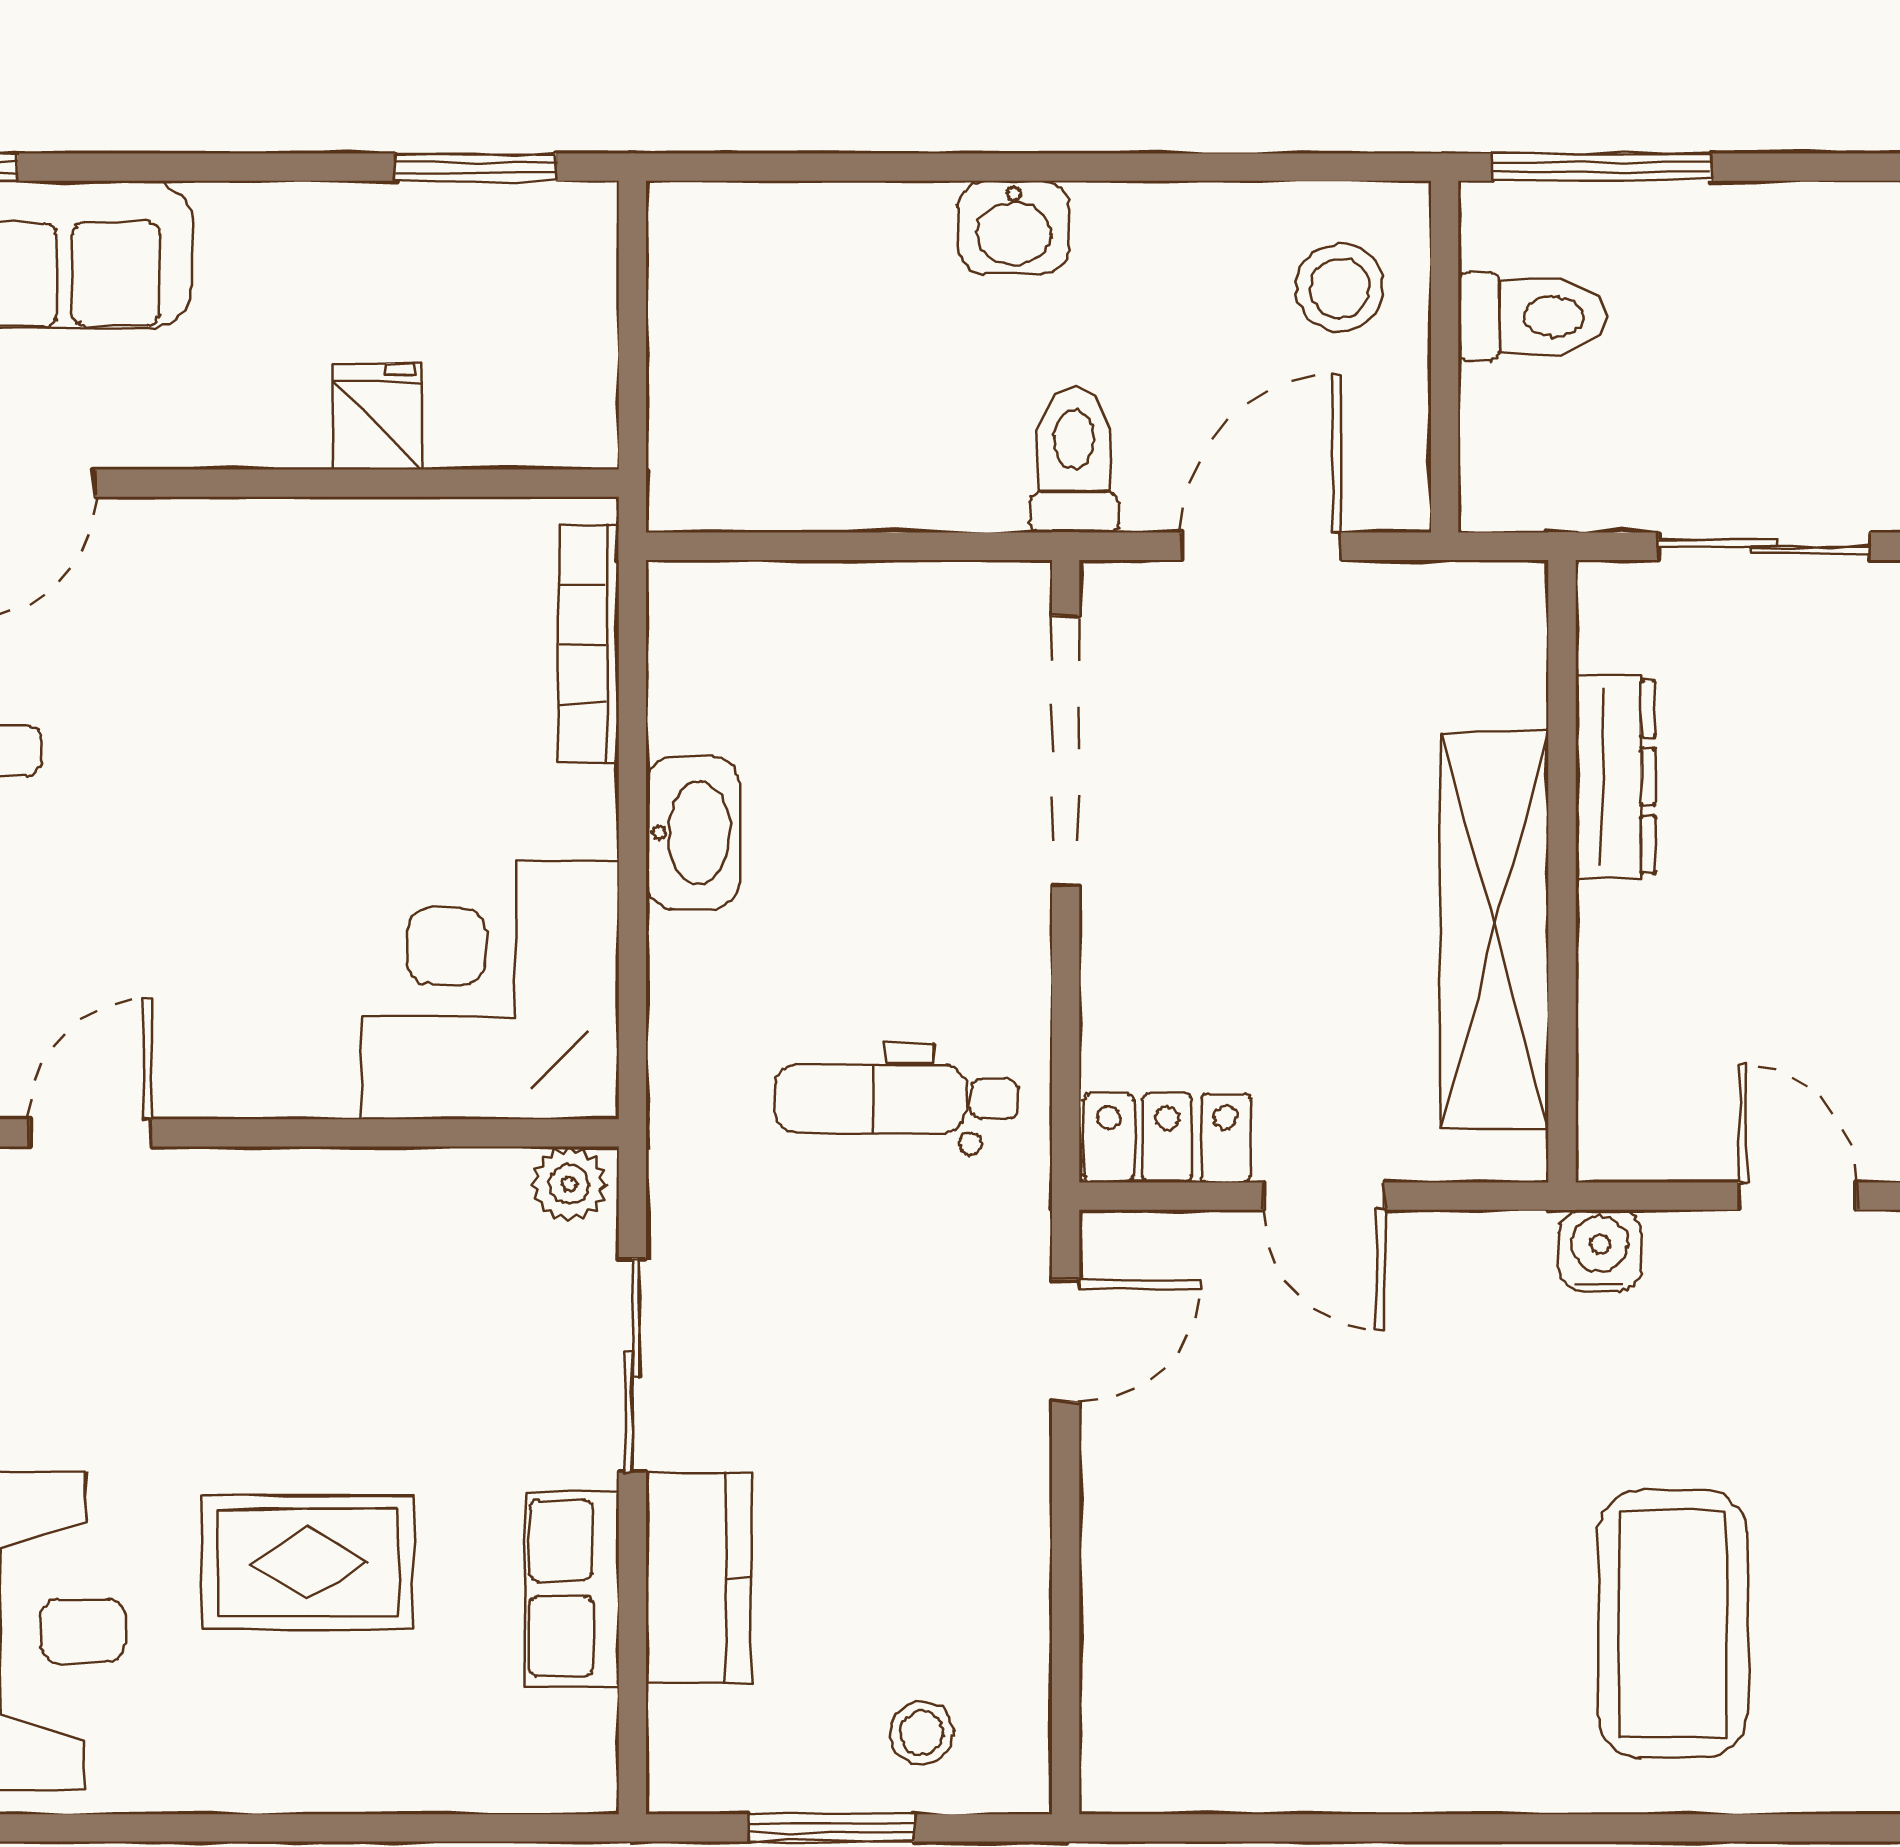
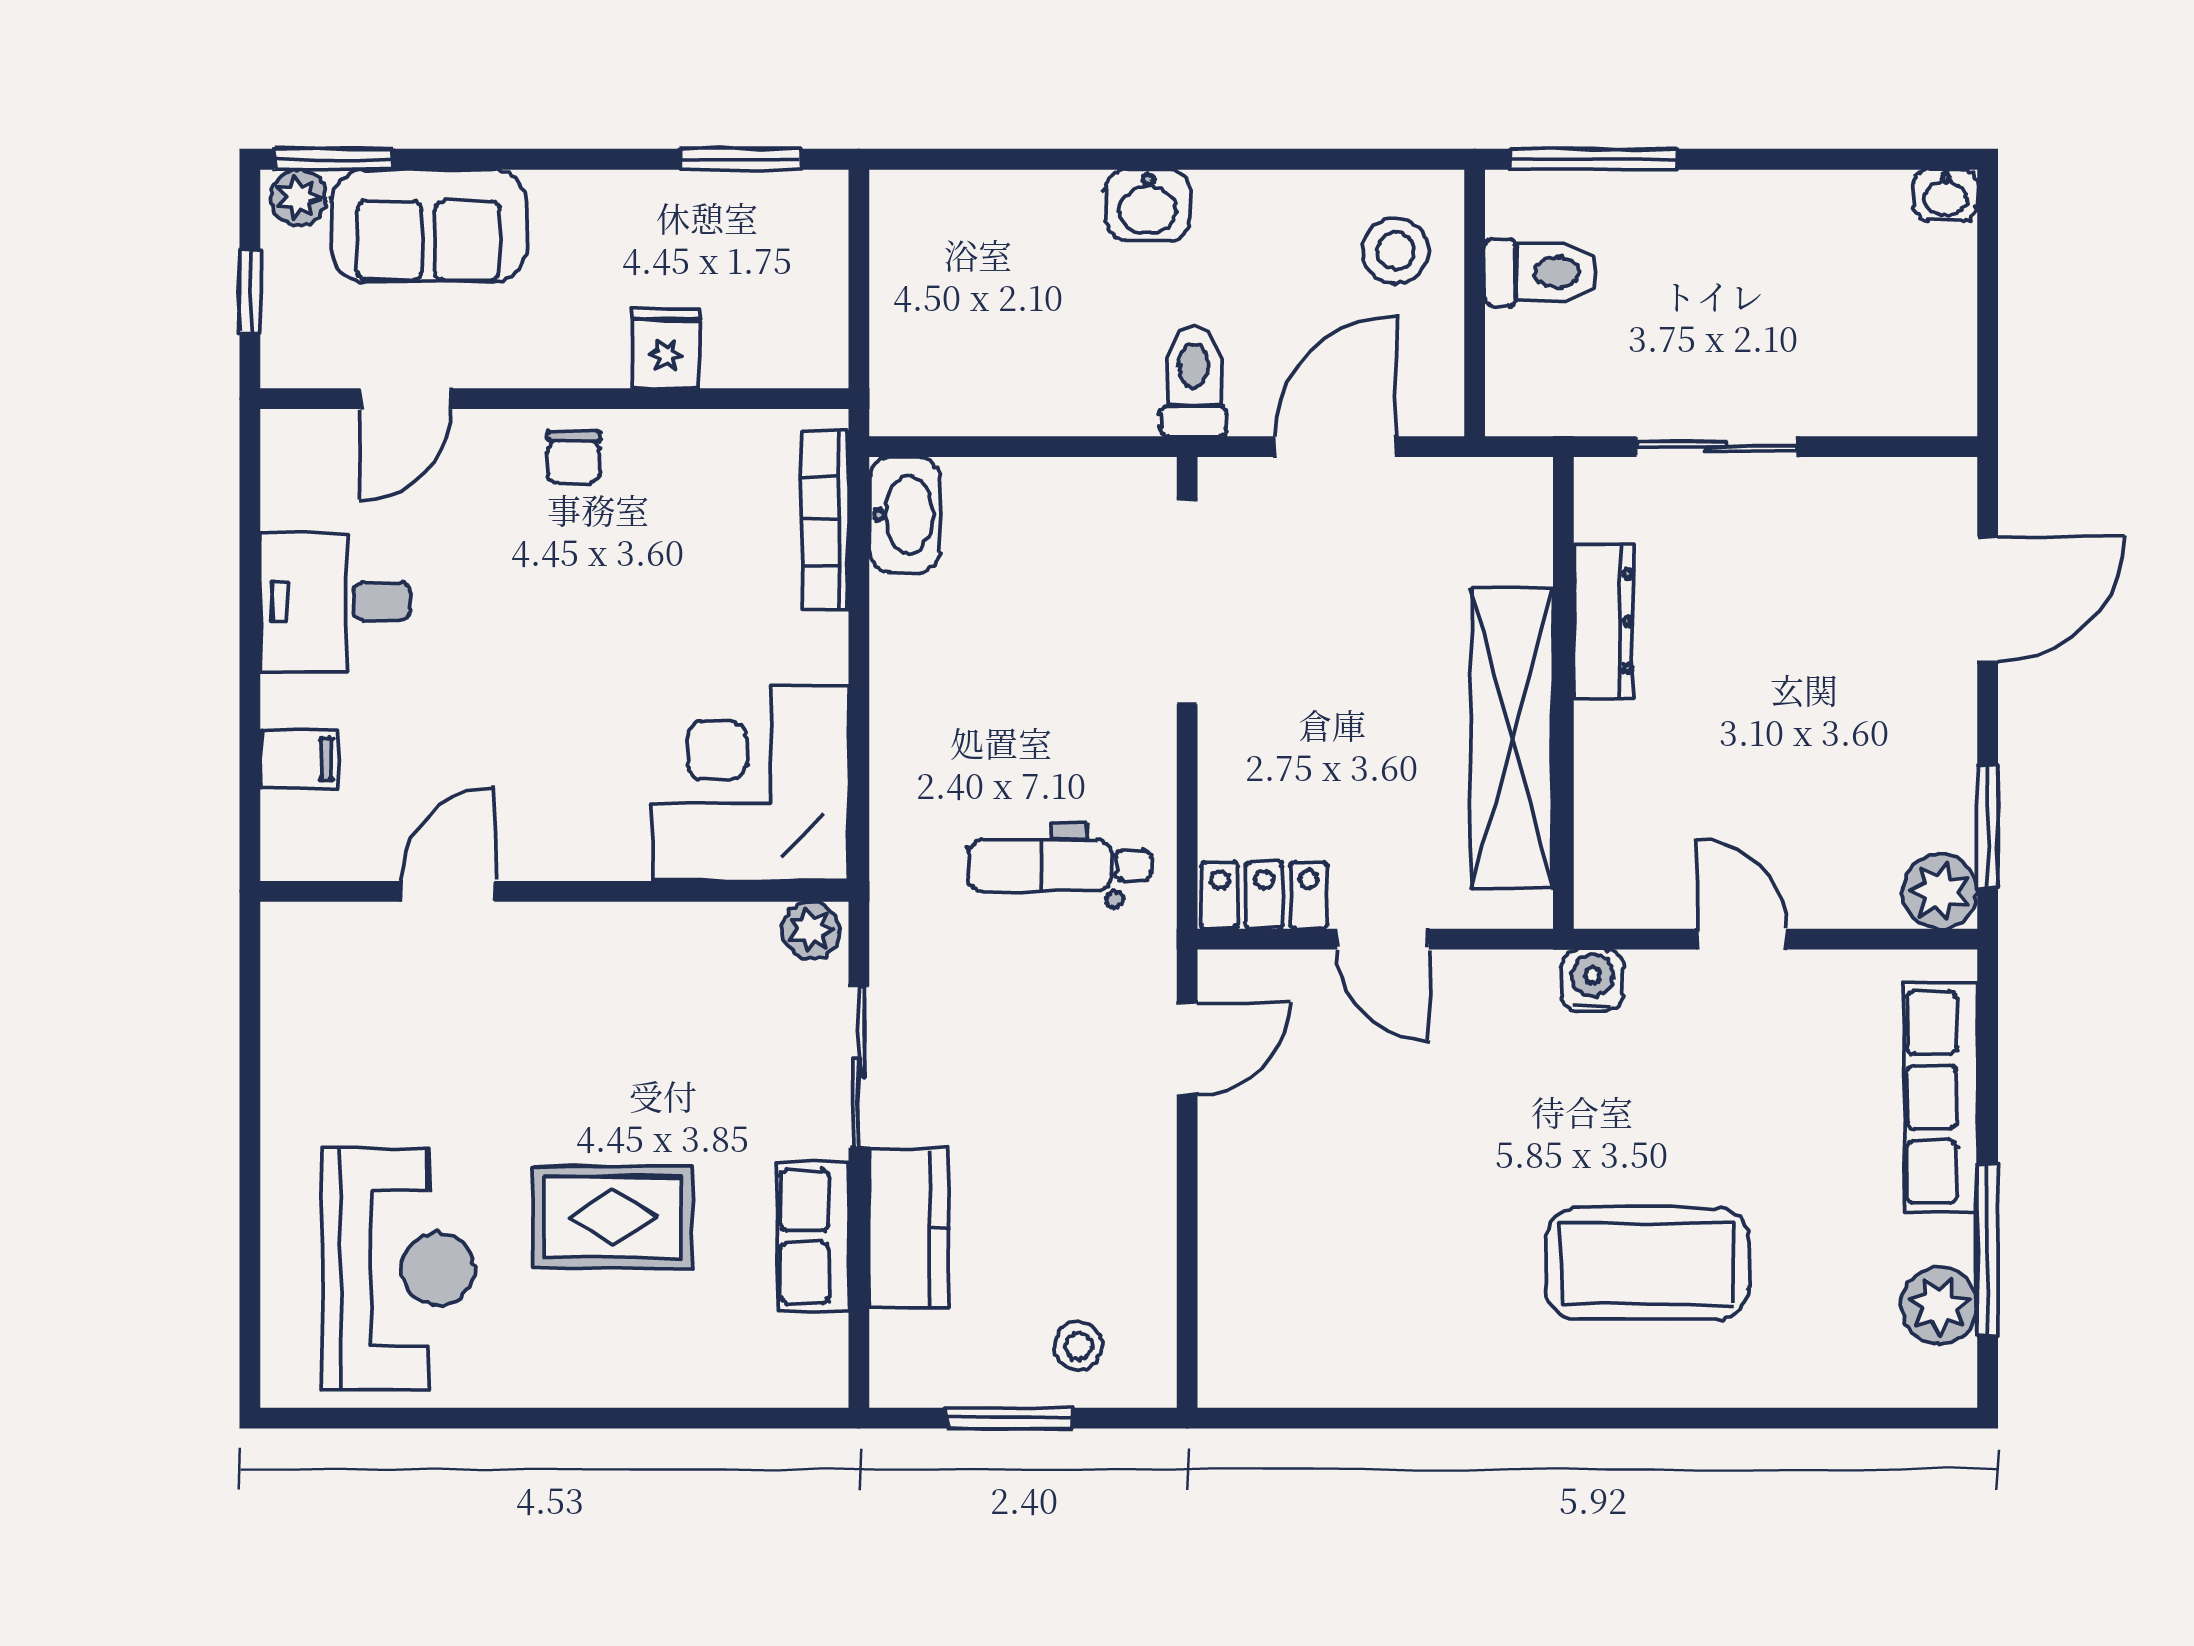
chair: (256, 560) -> (574, 457), added
washbasin: (692, 833) -> (904, 515), moved
coffee table: (1673, 1624) -> (1647, 1263), turned 90

